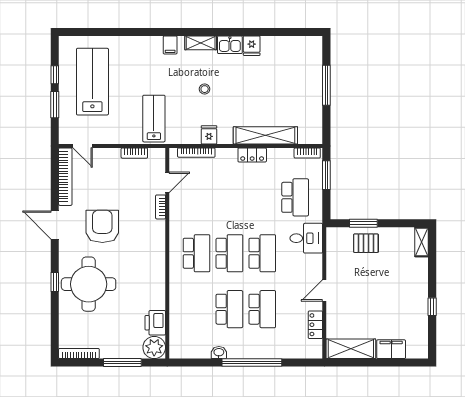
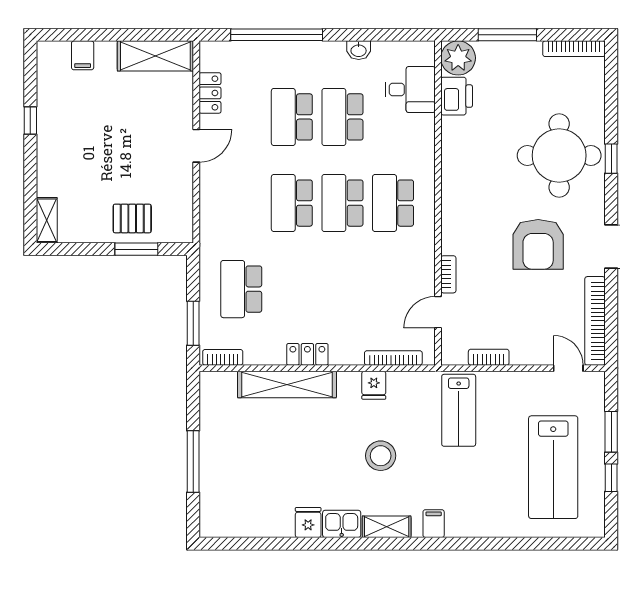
stool: (205, 89) -> (381, 456), width x1.89, depth x1.89
desk: (306, 238) -> (410, 90), moved, turned 180
filing cabinet: (391, 349) -> (83, 55), width x0.50
window: (252, 363) -> (277, 35), moved

